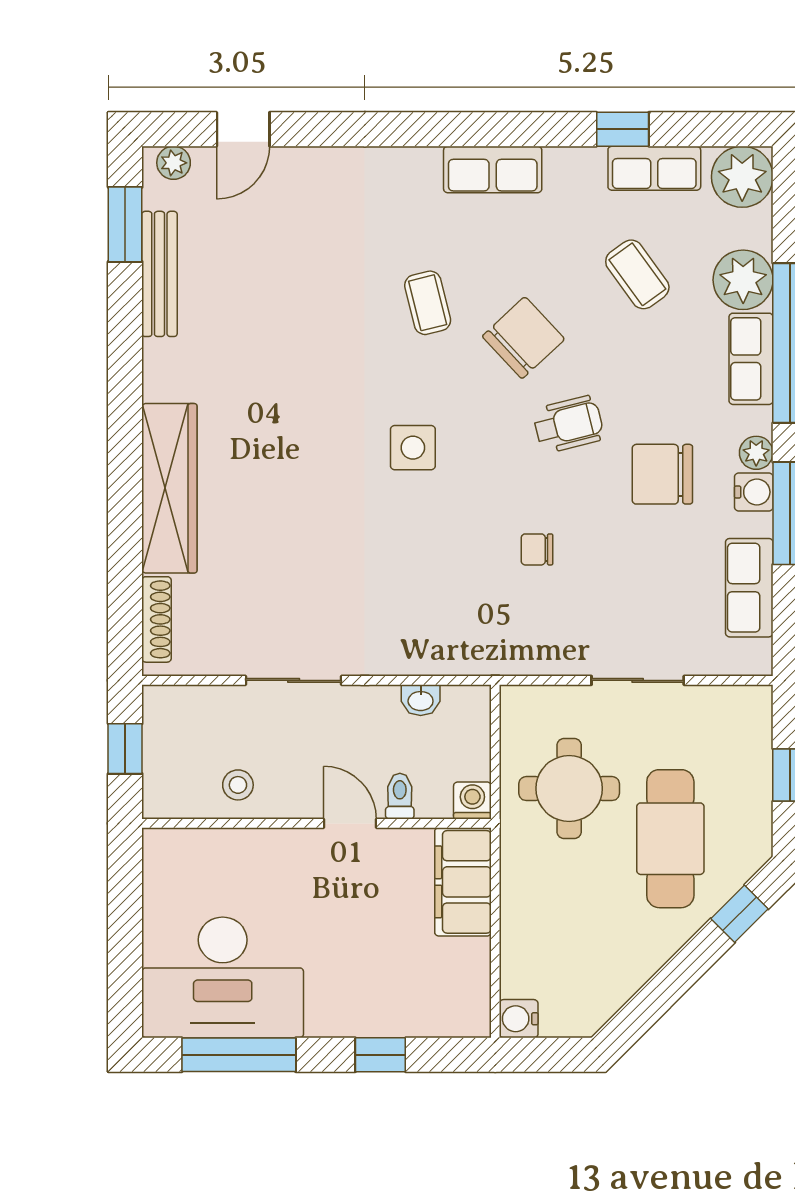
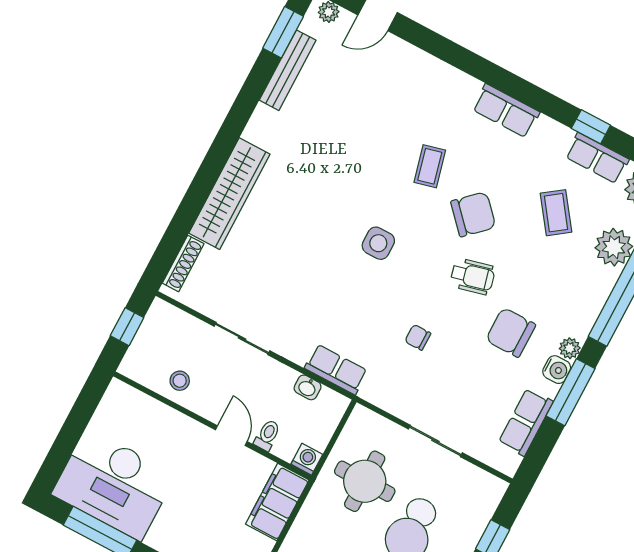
row of seats: (751, 359) -> (336, 369), moved, turned 90

